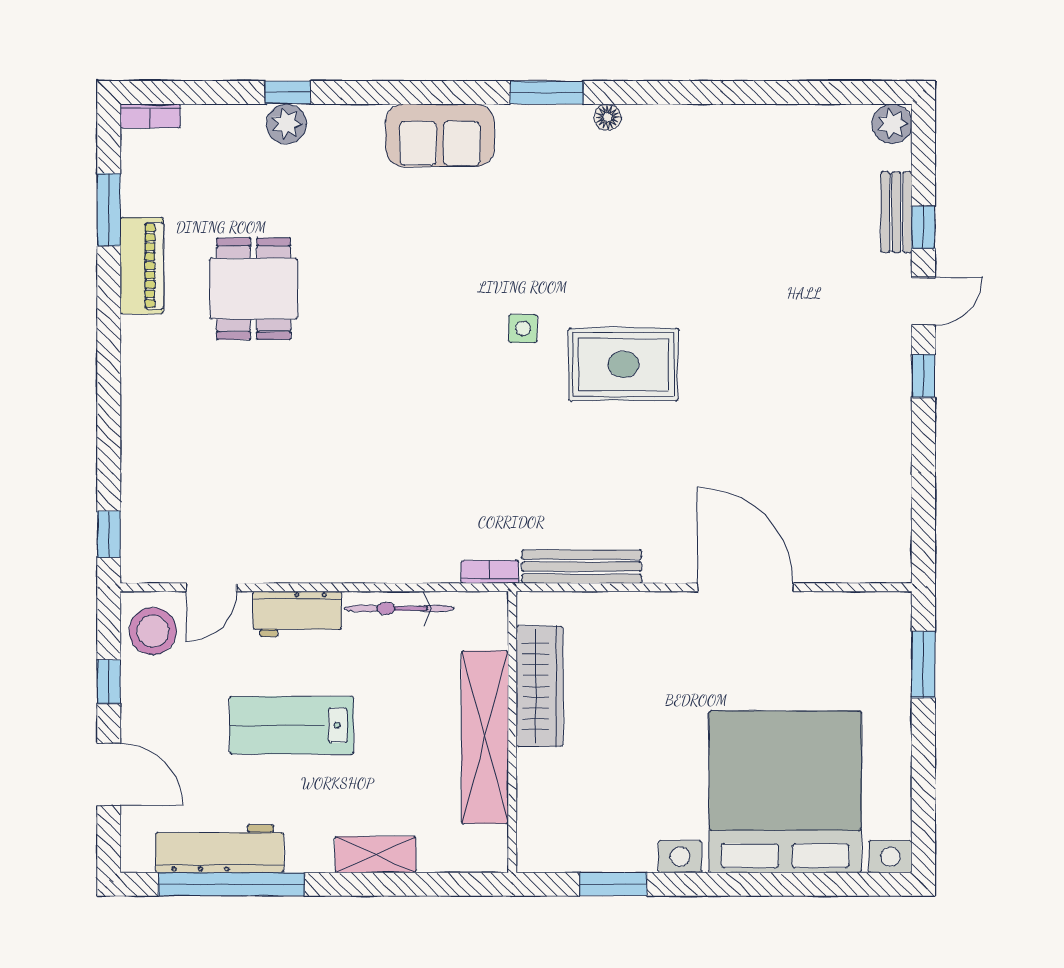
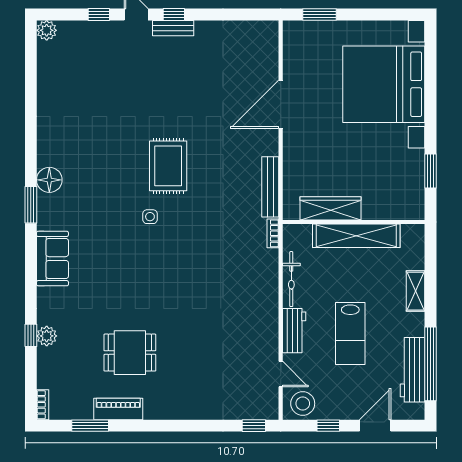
floor lamp: (608, 117) -> (49, 180), width x1.89, depth x1.89
bench: (896, 212) -> (173, 28), moved

